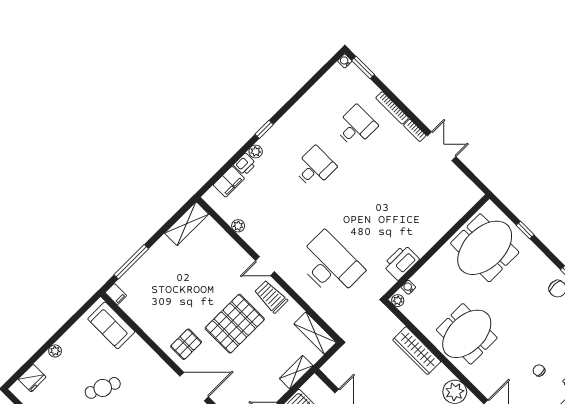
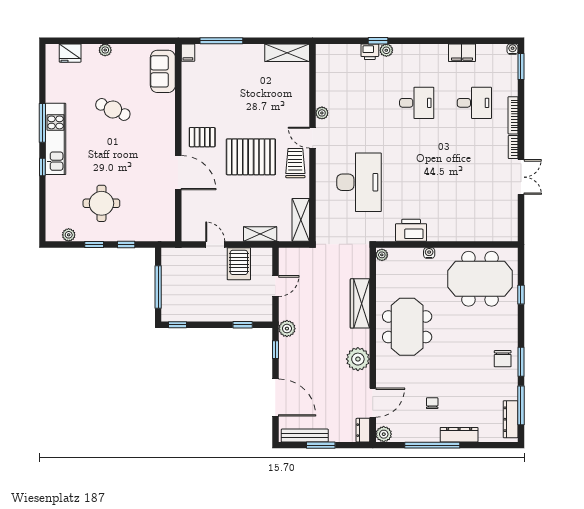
window: (264, 129) -> (378, 41), moved
filing cabinet: (229, 182) -> (462, 53), moved
plant: (238, 226) -> (322, 113), moved
water cooler: (408, 287) -> (429, 253), moved
meeting table: (467, 334) -> (407, 327), turned 90

